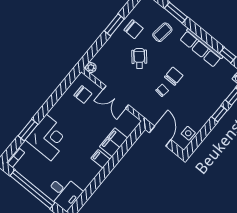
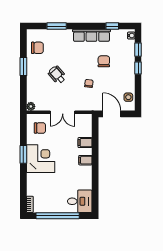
chair: (134, 29) -> (37, 48), moved
coffee table: (162, 32) -> (58, 46), removed
chair: (174, 76) -> (104, 61), moved
window: (28, 130) -> (23, 154), moved
corner desk: (48, 138) -> (41, 159), moved
filing cabinet: (114, 142) -> (85, 143), width x0.50

